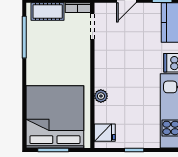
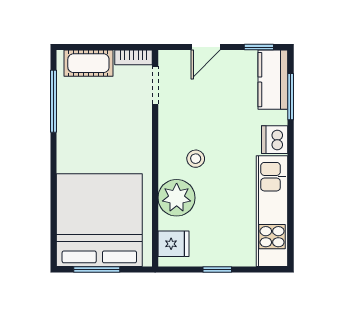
stool: (120, 76) -> (196, 159), added
plant: (101, 96) -> (177, 198), width x1.88, depth x1.88

